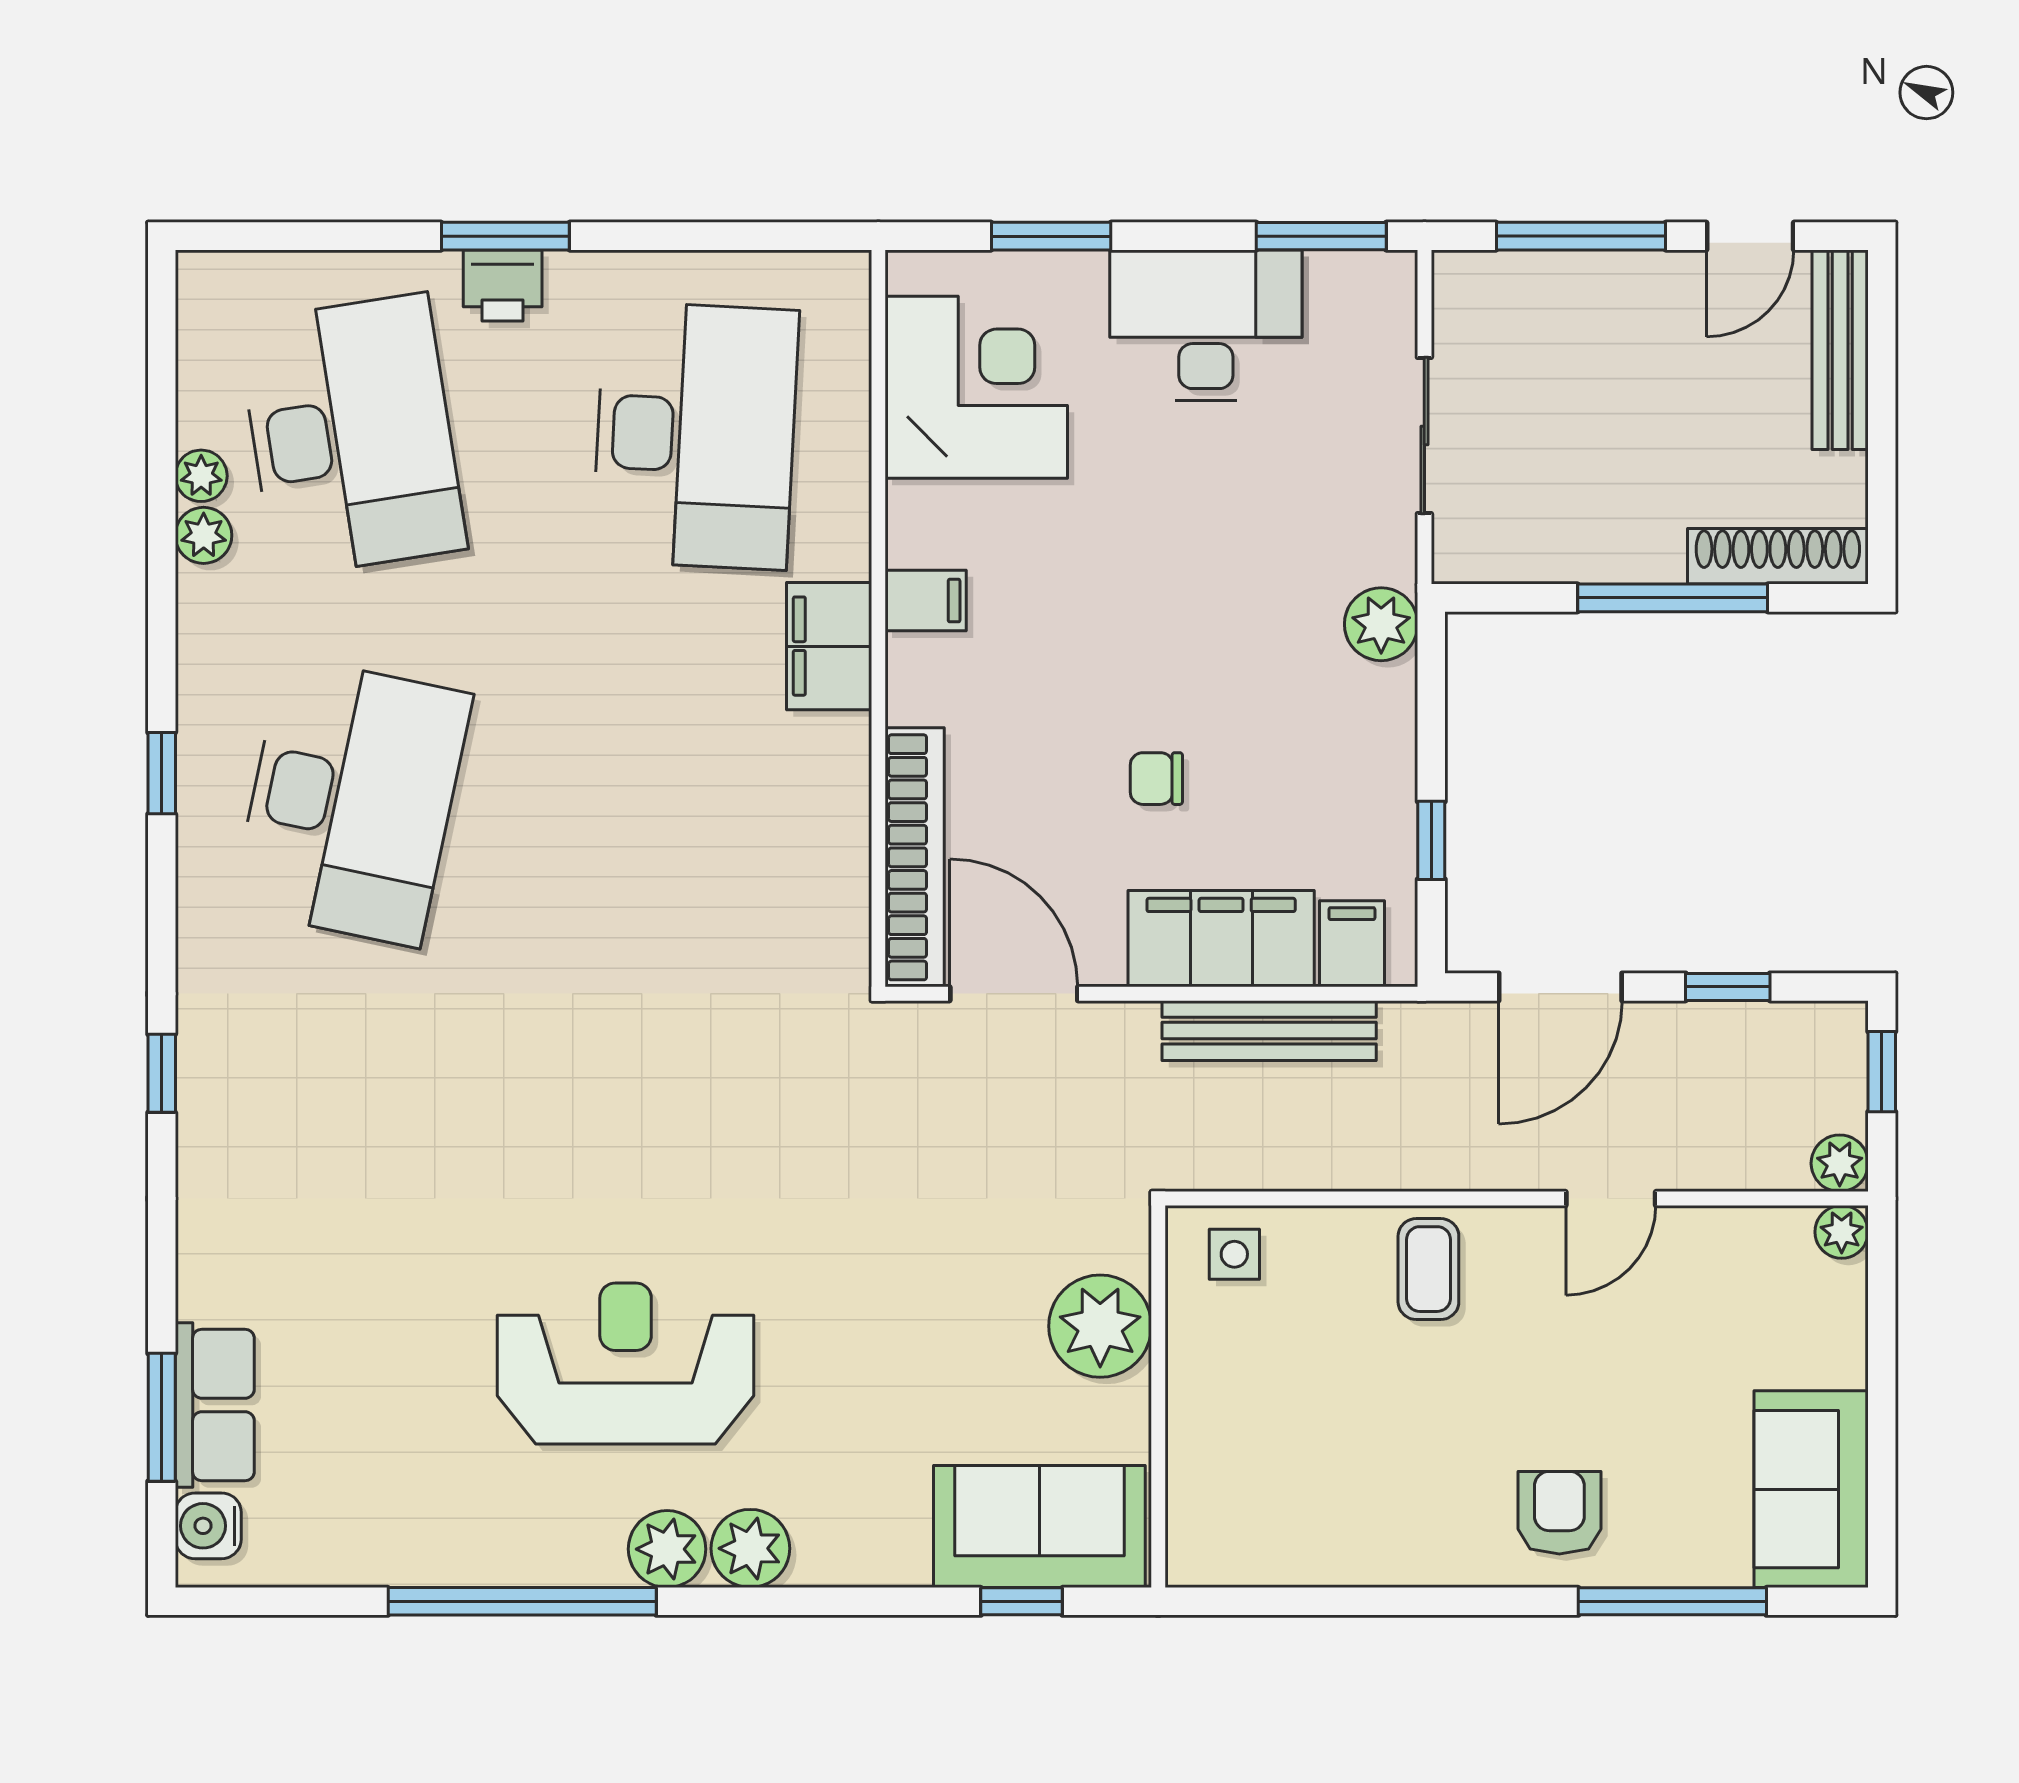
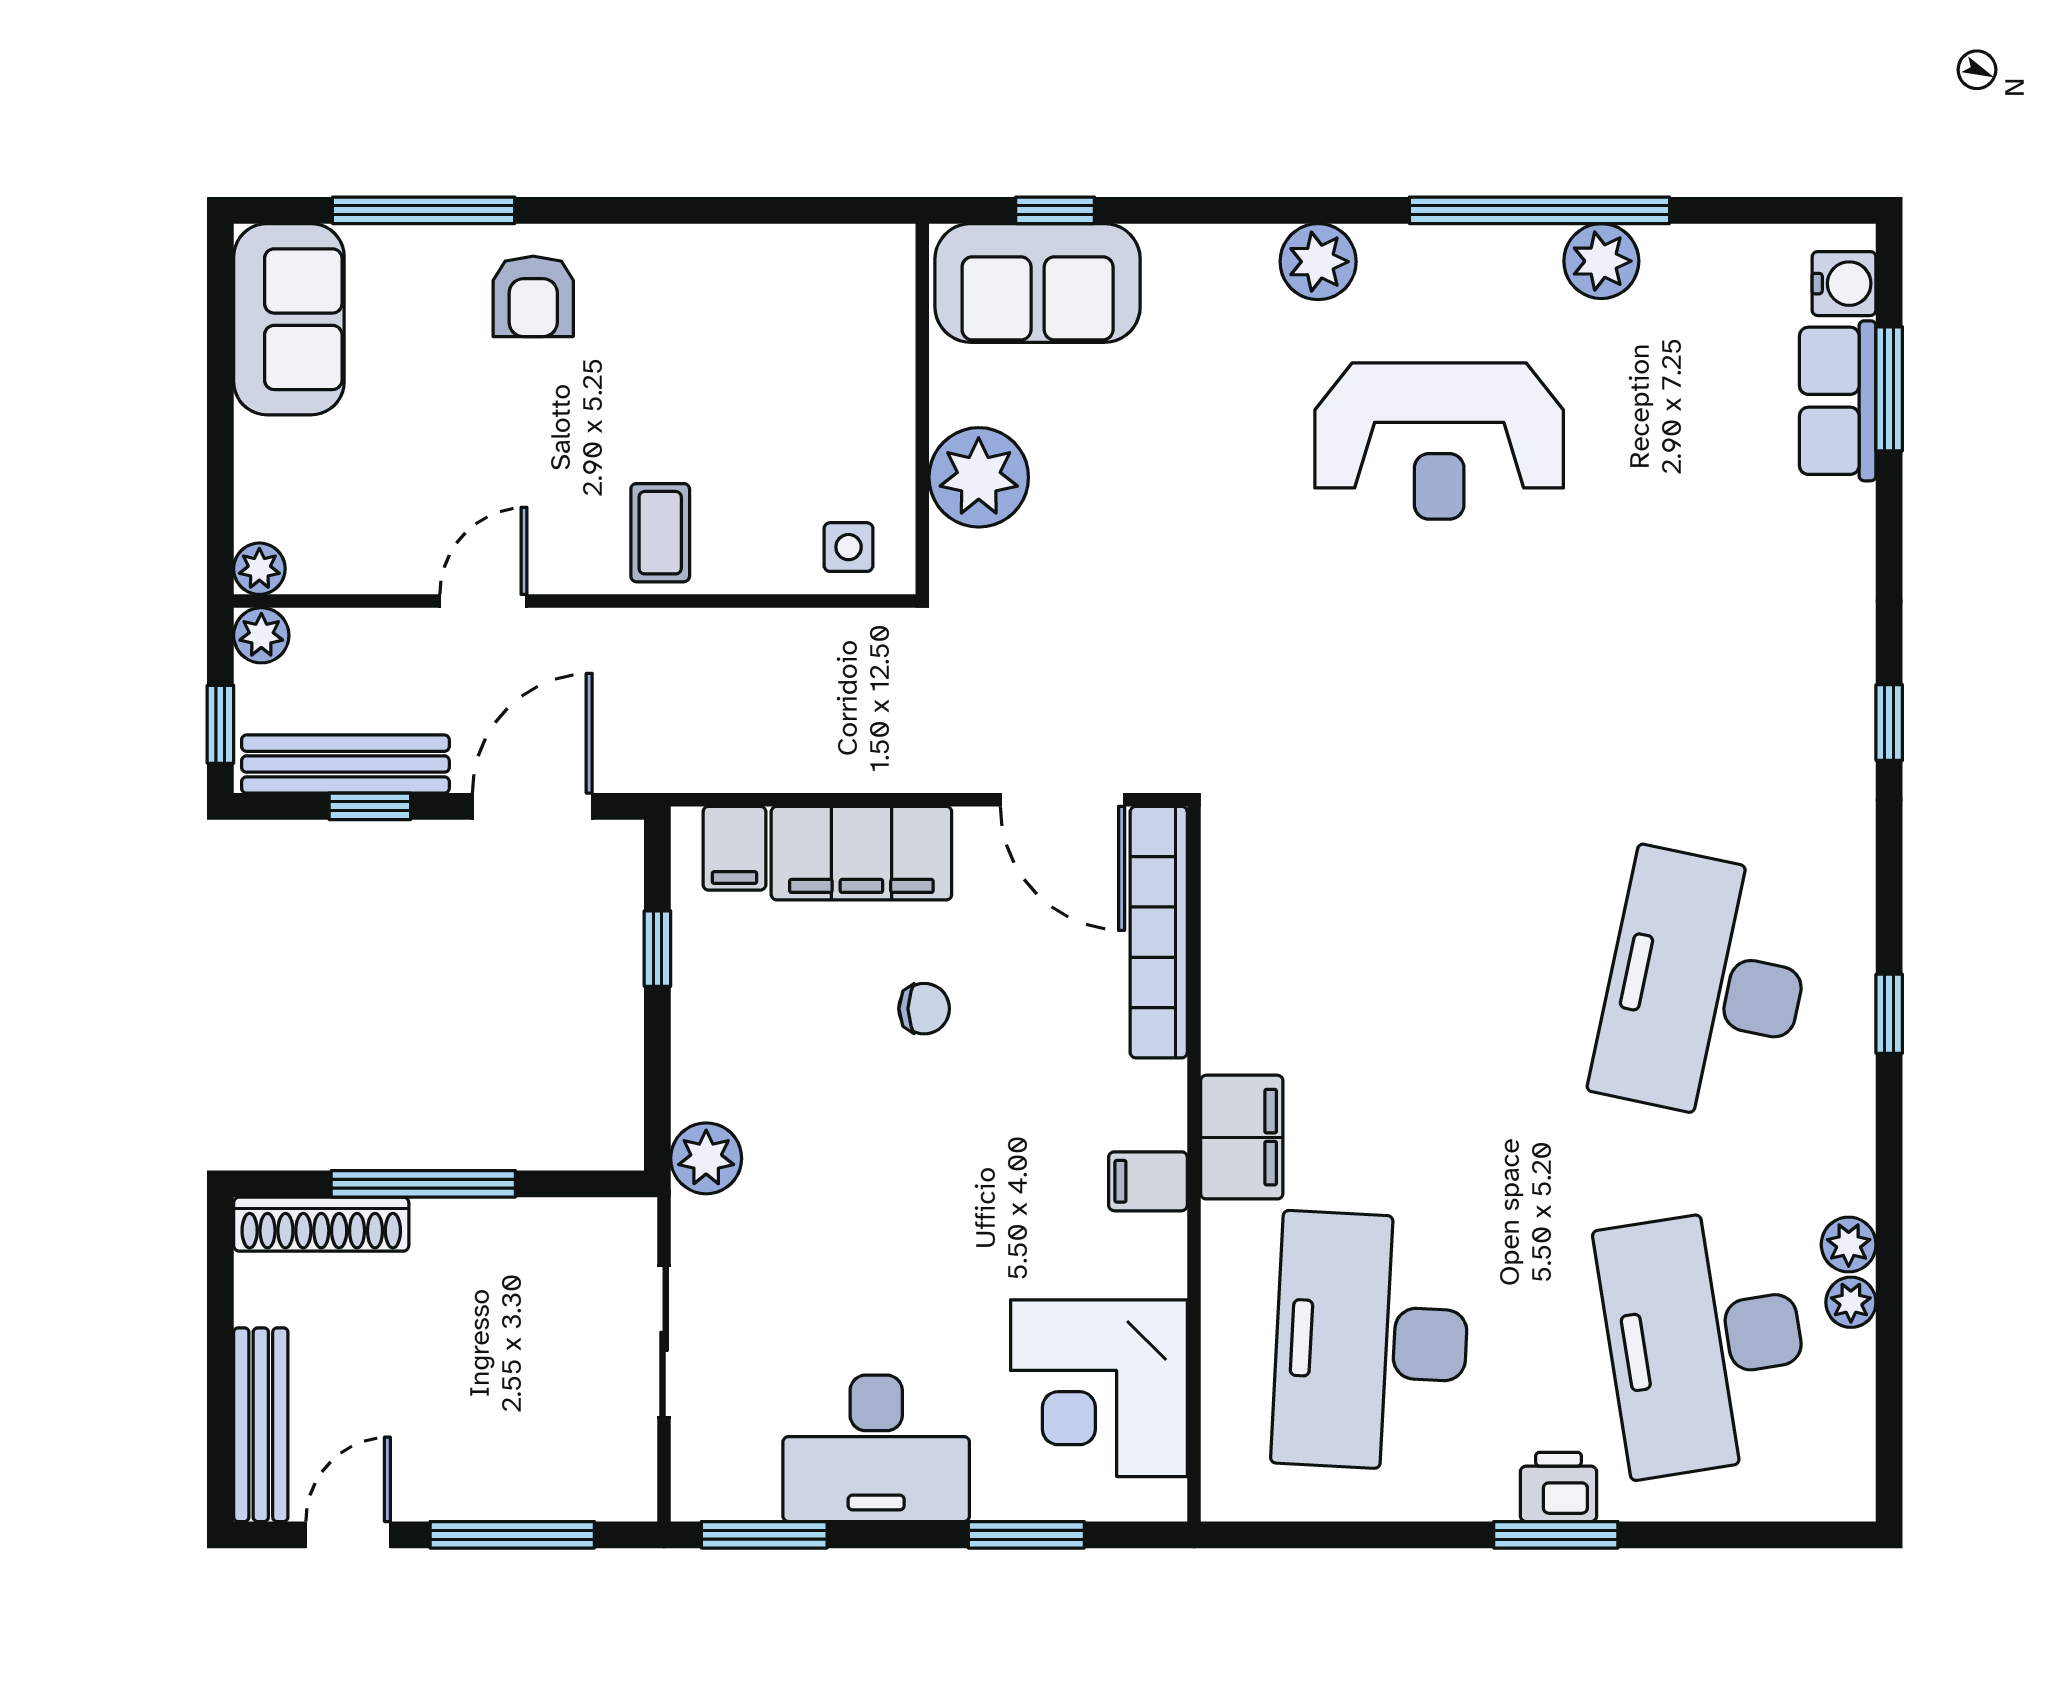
bench: (1269, 1031) -> (345, 764), moved
plant: (667, 1549) -> (1601, 261), moved

